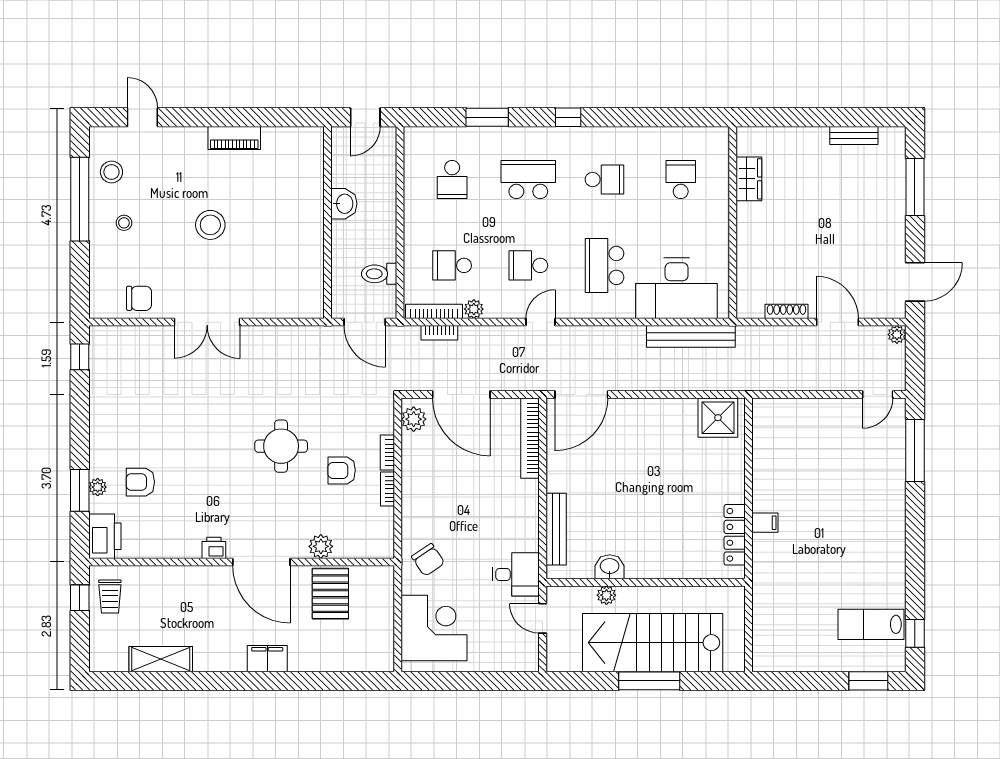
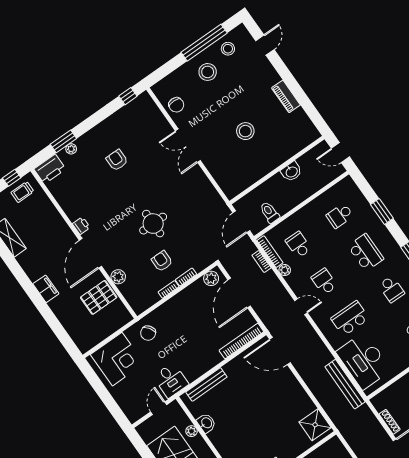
stool: (124, 223) -> (208, 72), width x1.89, depth x1.89
stool: (210, 225) -> (245, 131), moved
armchair: (140, 482) -> (117, 160), moved

